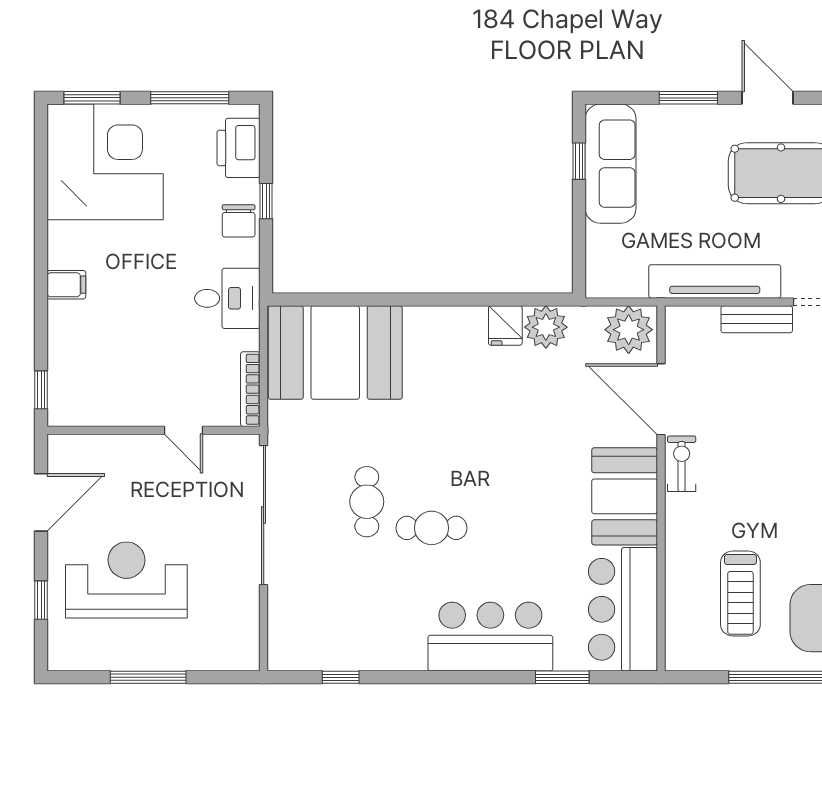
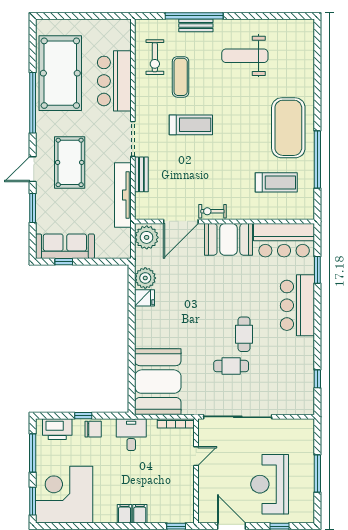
filing cabinet: (66, 316) -> (140, 514), added

